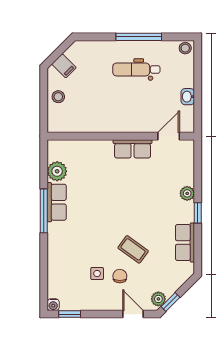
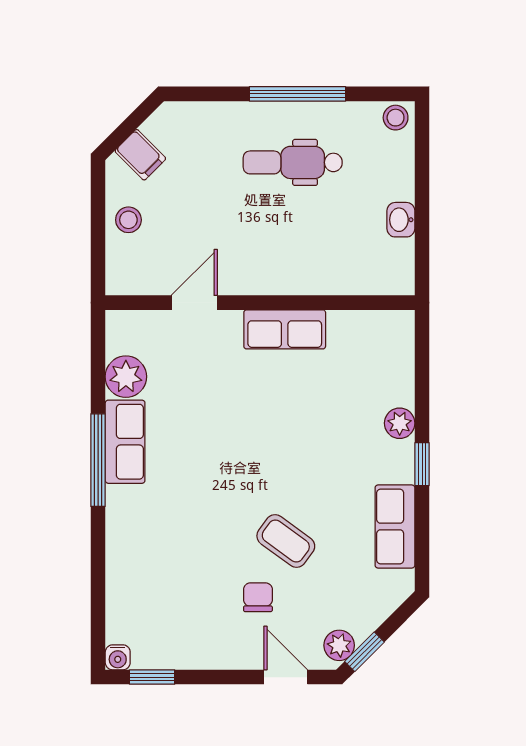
door: (169, 136) -> (194, 303), moved
side table: (97, 274) -> (210, 592), removed

